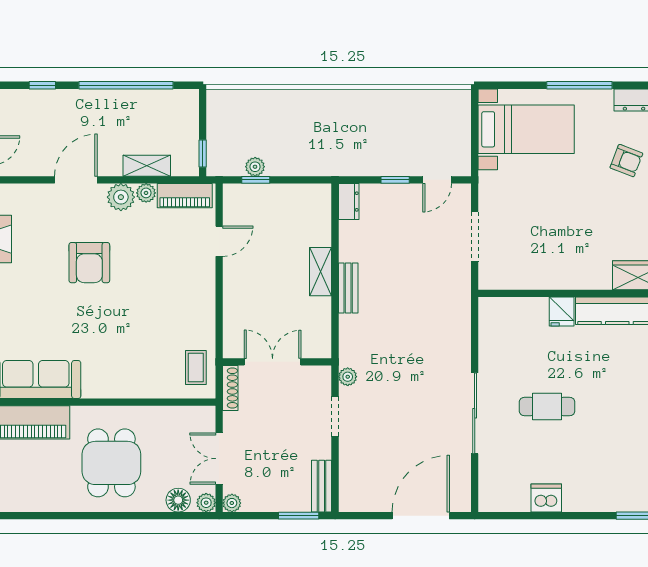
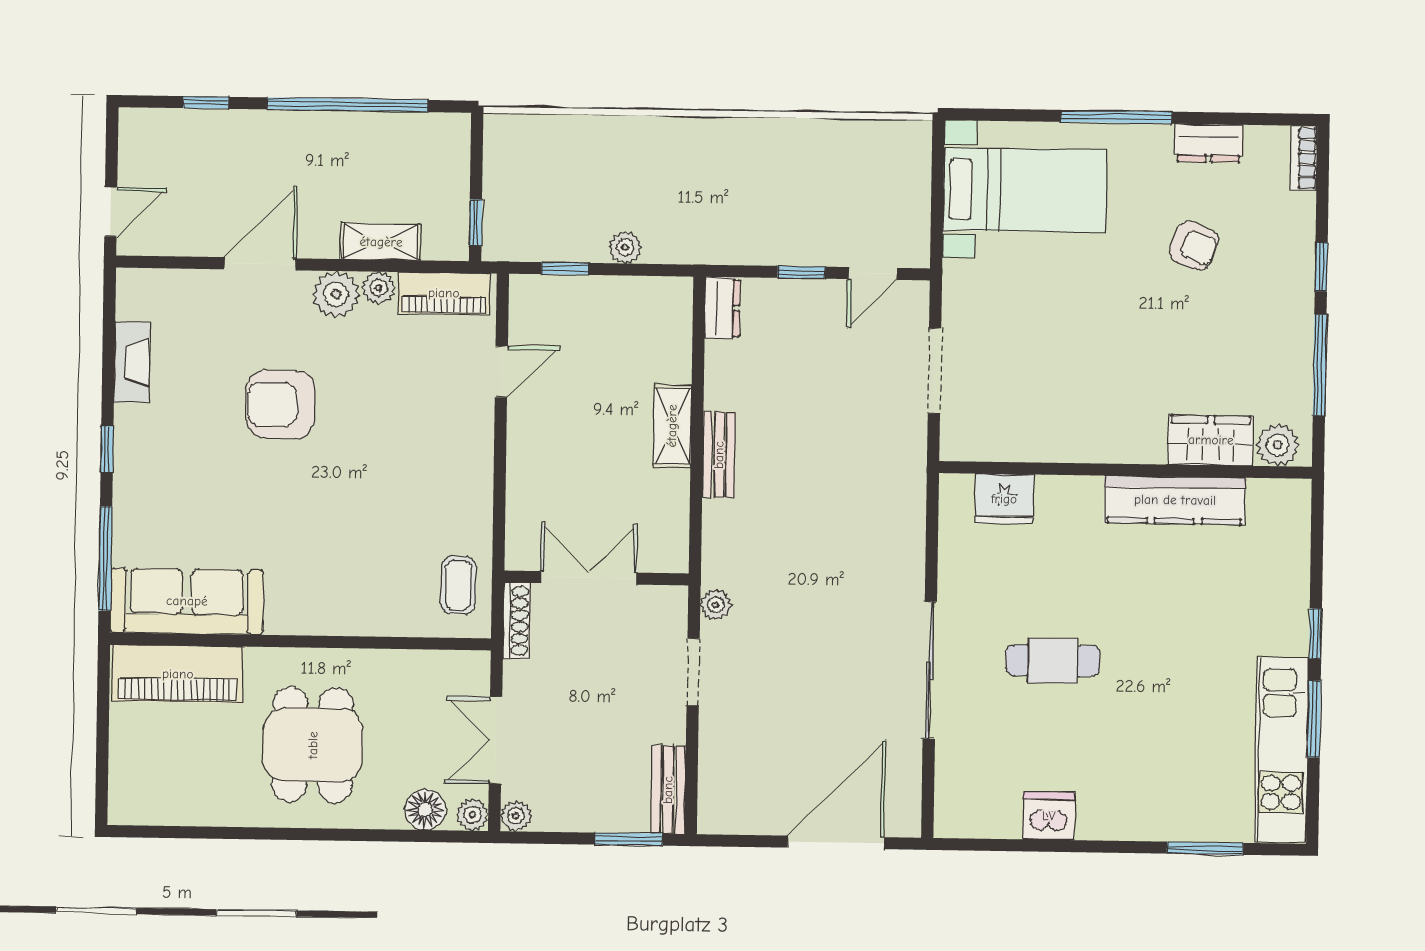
plant: (255, 167) -> (625, 247), moved
armchair: (89, 263) -> (281, 405), turned 90
fridge: (562, 312) -> (1004, 499), moved, width x1.38

